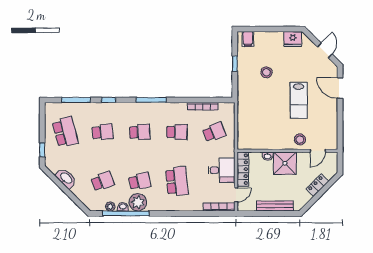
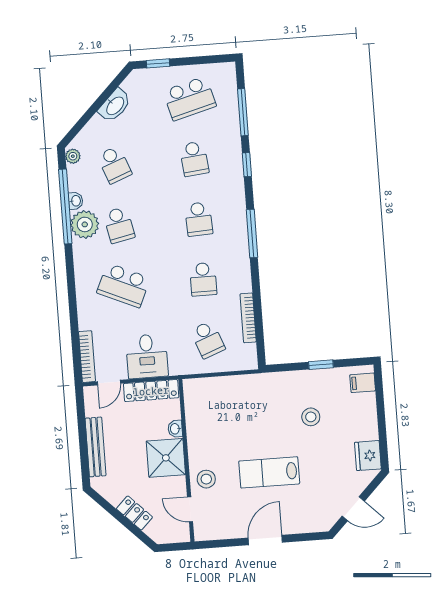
door: (340, 88) -> (265, 540), moved
school desk: (177, 181) -> (123, 285), turned 30
door: (236, 195) -> (109, 383), hinge flipped
plant: (110, 206) -> (73, 156), moved

